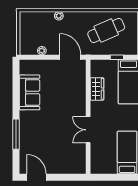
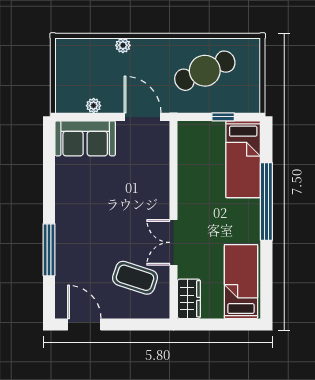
wardrobe: (97, 89) -> (189, 299), moved
sofa: (30, 92) -> (85, 138), moved, turned 90
coffee table: (66, 150) -> (135, 278), added

